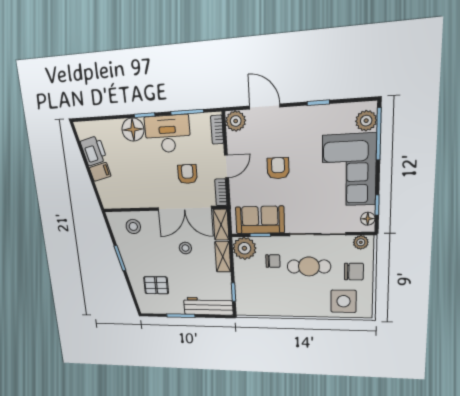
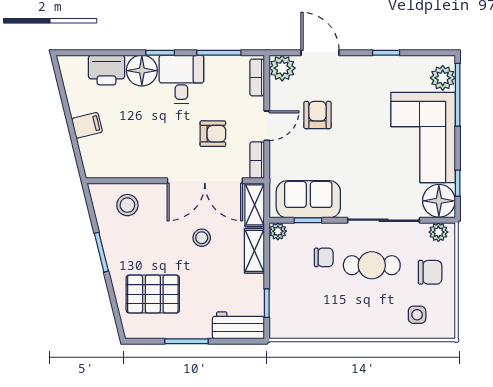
desk: (168, 134) -> (181, 79), width x0.73
printer: (94, 151) -> (106, 70), moved, turned 104
armchair: (278, 168) -> (318, 115), moved
armchair: (187, 174) -> (213, 134), turned 90
floor lamp: (368, 219) -> (439, 201), width x1.89, depth x1.89
plant: (244, 248) -> (278, 231), width x0.53, depth x0.53
pallet: (156, 285) -> (153, 294), width x1.50, depth x1.42
side table: (344, 301) -> (417, 315), width x0.54, depth x0.54
workbench: (208, 306) -> (238, 325), width x0.73

